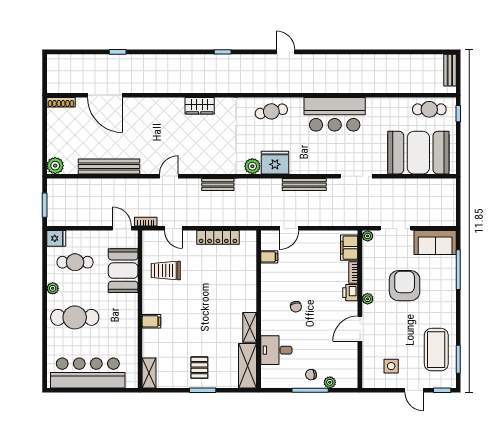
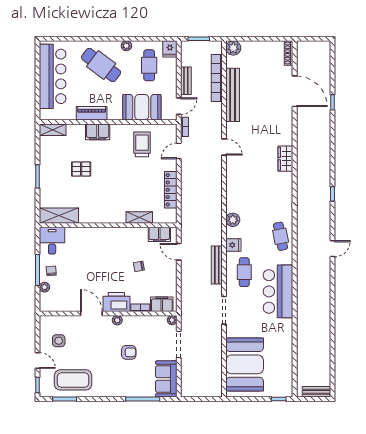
door: (105, 95) -> (295, 91), swing flipped
wardrobe: (200, 106) -> (285, 159), moved
cafe table: (429, 109) -> (244, 272), moved
fridge: (275, 163) -> (233, 245), width x0.53, depth x0.75
bench: (218, 184) -> (186, 81), moved
bookcase: (90, 185) -> (217, 78), added
filing cabinet: (269, 257) -> (159, 234), width x2.00
armchair: (405, 286) -> (129, 352), width x0.53, depth x0.53
printer: (350, 293) -> (116, 302), width x1.87, depth x1.48
chair: (296, 307) -> (139, 266), moved
cafe table: (75, 317) -> (101, 65), turned -53
filing cabinet: (151, 321) -> (98, 132), width x2.00
shelving: (250, 327) -> (139, 217), moved
piano: (130, 328) -> (92, 113), added
desk: (276, 350) -> (52, 241), moved
pallet: (199, 368) -> (81, 169), moved
door: (414, 390) -> (38, 361), swing flipped

